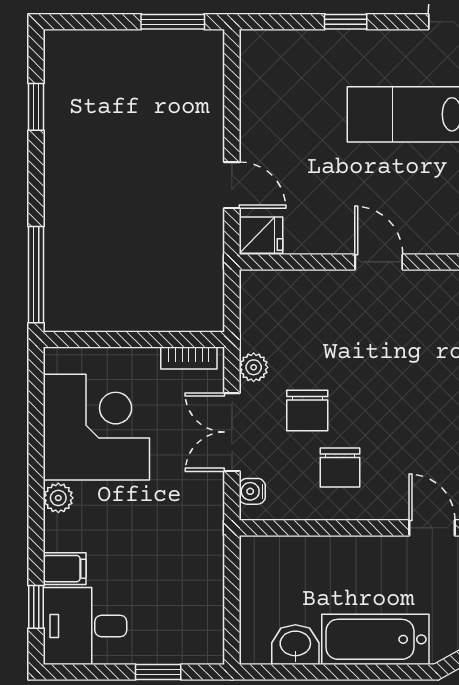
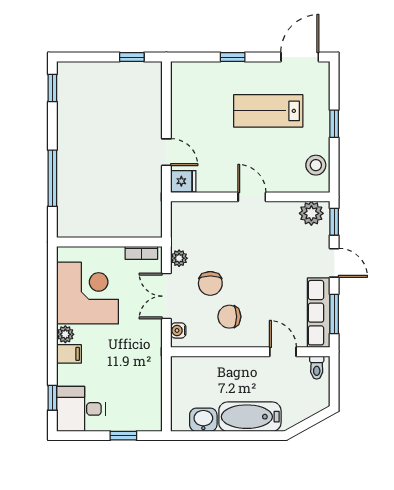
window: (173, 22) -> (132, 57), width x0.67
window: (36, 107) -> (52, 88), moved
window: (36, 275) -> (52, 178), moved
chair: (340, 468) -> (229, 317), turned 90
filing cabinet: (65, 569) -> (69, 354), moved

